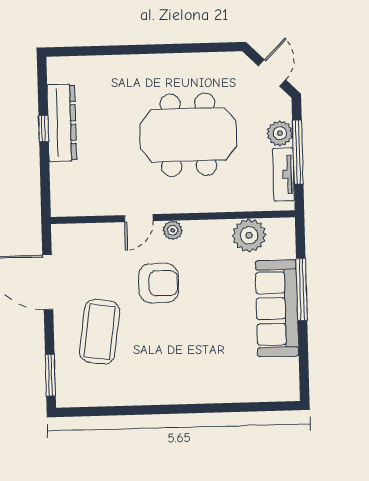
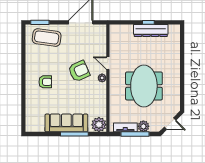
plant: (249, 235) -> (99, 125), moved
armchair: (159, 283) -> (79, 71), turned -114
coffee table: (100, 332) -> (47, 38), moved
armchair: (185, 359) -> (45, 82), added

